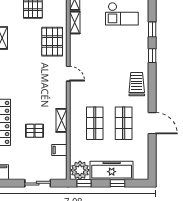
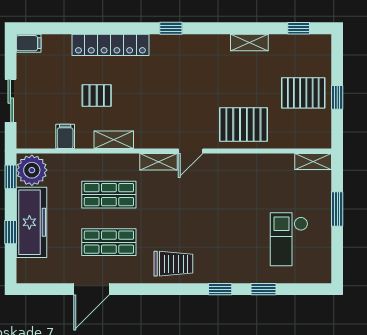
shelving: (75, 23) -> (159, 162), moved
door: (152, 123) -> (91, 289), moved
pallet: (35, 131) -> (97, 96), turned 90

